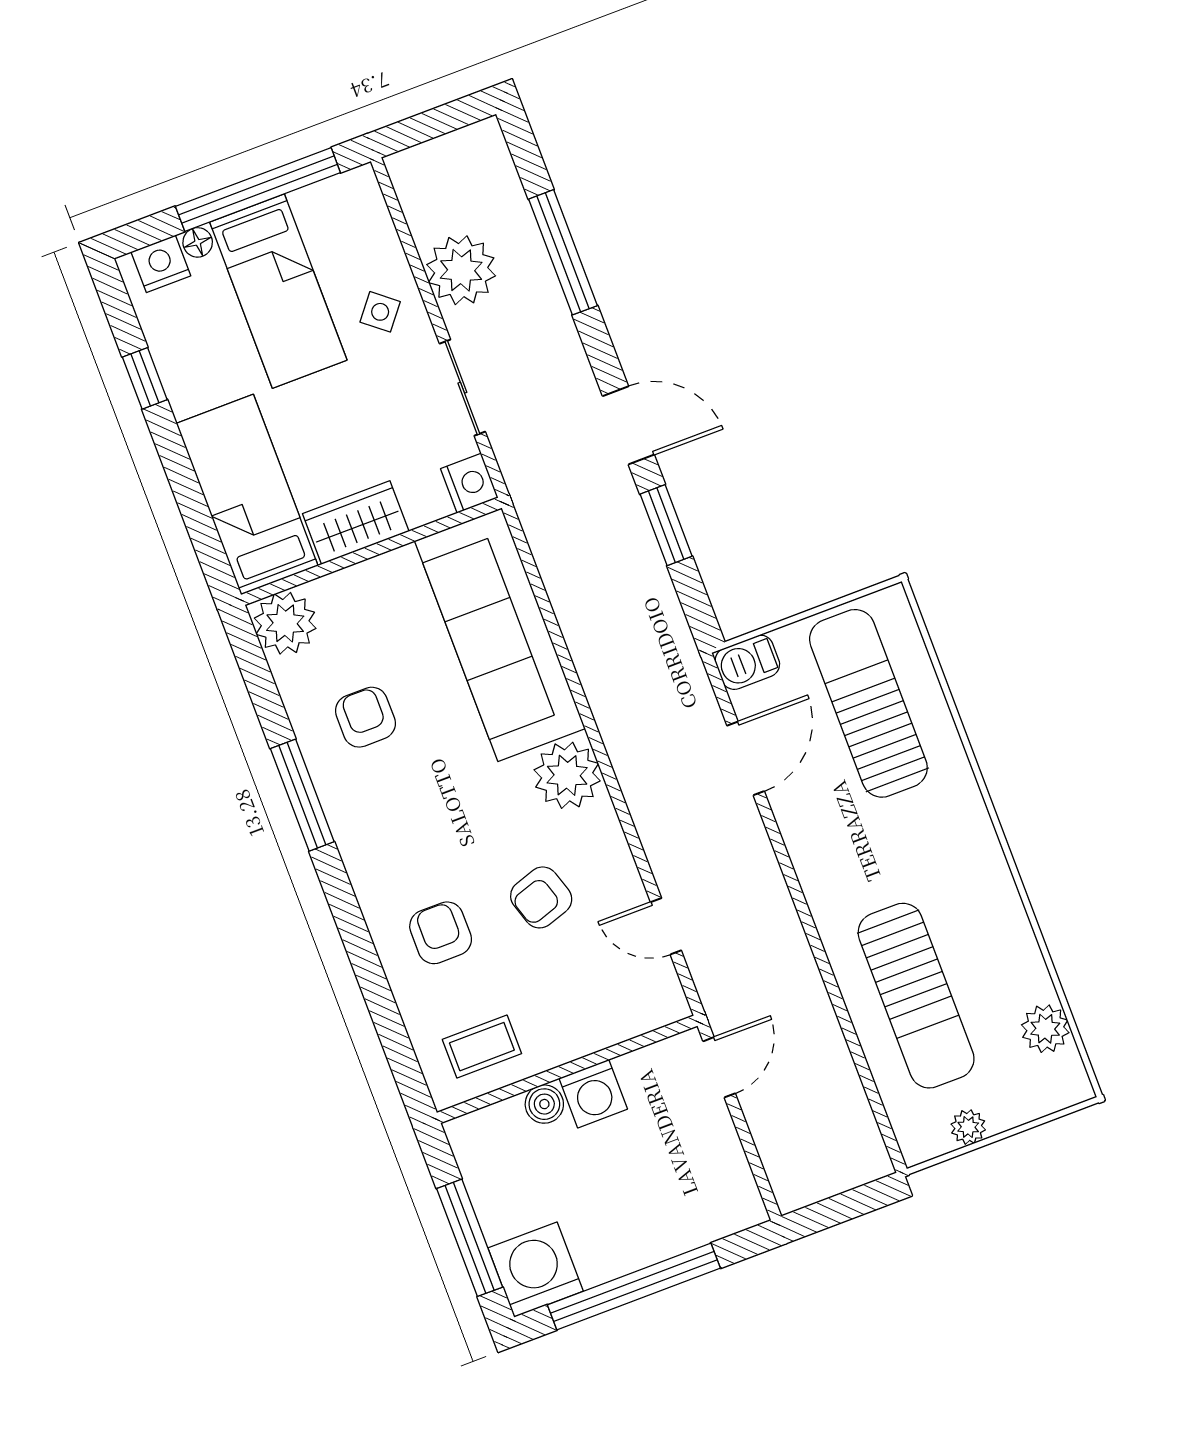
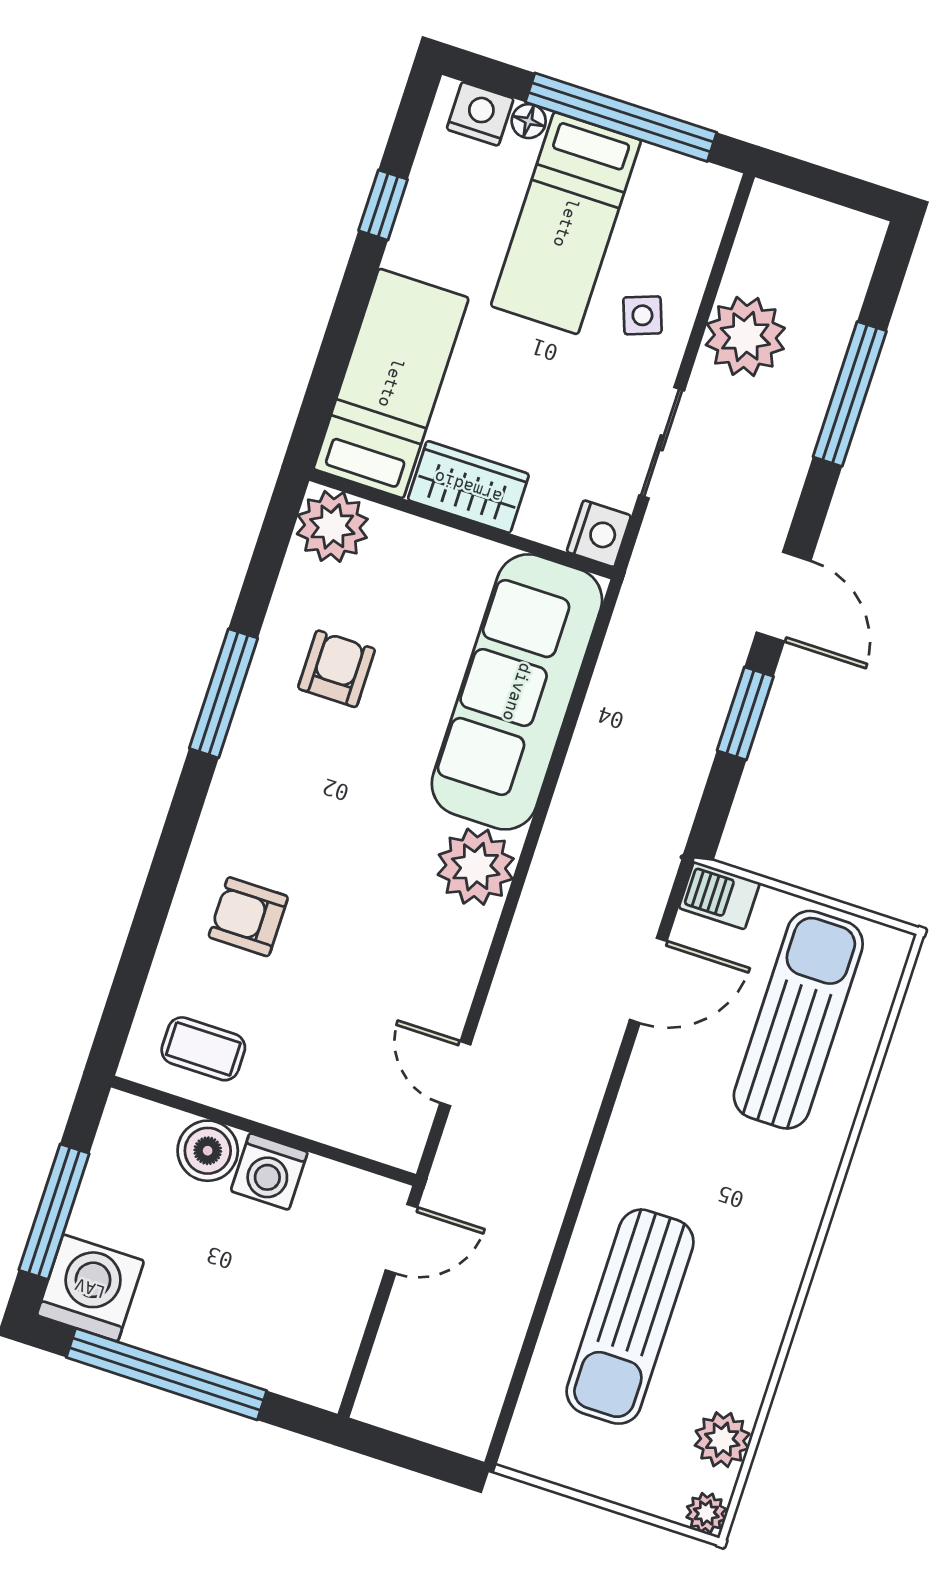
side table: (380, 312) -> (642, 315), turned 31
armchair: (541, 897) -> (364, 958), removed
armchair: (441, 933) -> (248, 917), turned -90
boiler: (544, 1104) -> (208, 1151), width x1.36, depth x1.36
plant: (968, 1127) -> (706, 1513), moved

